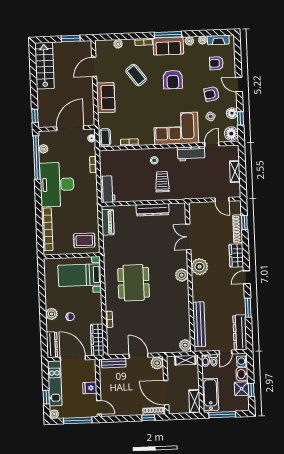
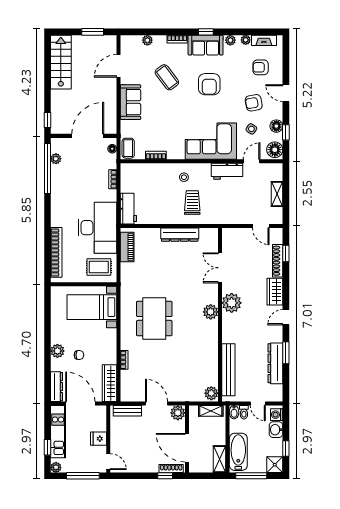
window: (168, 35) -> (206, 32), width x0.46
desk: (57, 184) -> (97, 228), moved, turned 180
dresser: (240, 332) -> (275, 363), moved
door: (225, 352) -> (258, 404), hinge flipped
shower: (242, 389) -> (275, 465), moved

